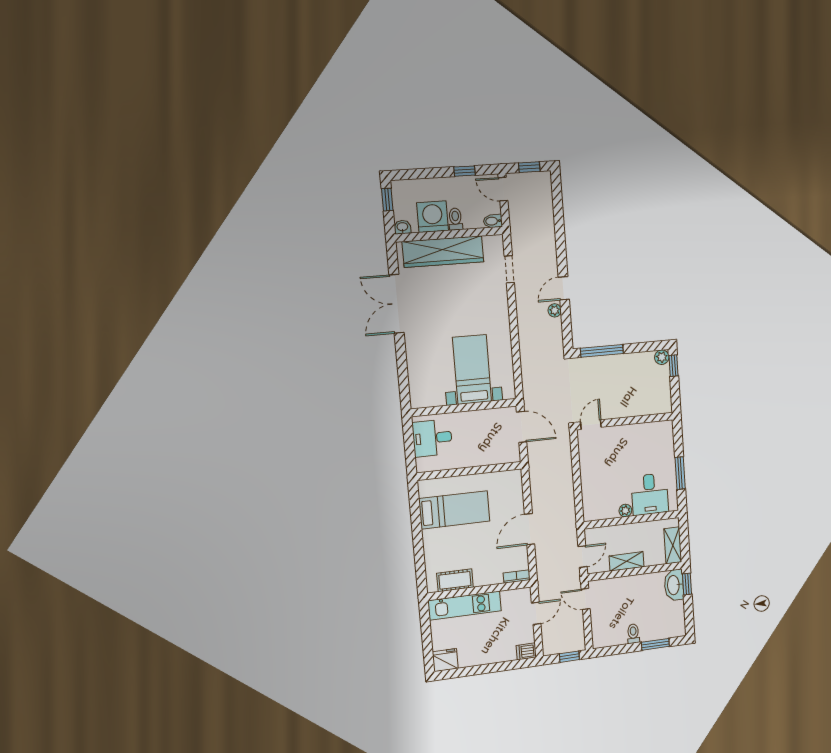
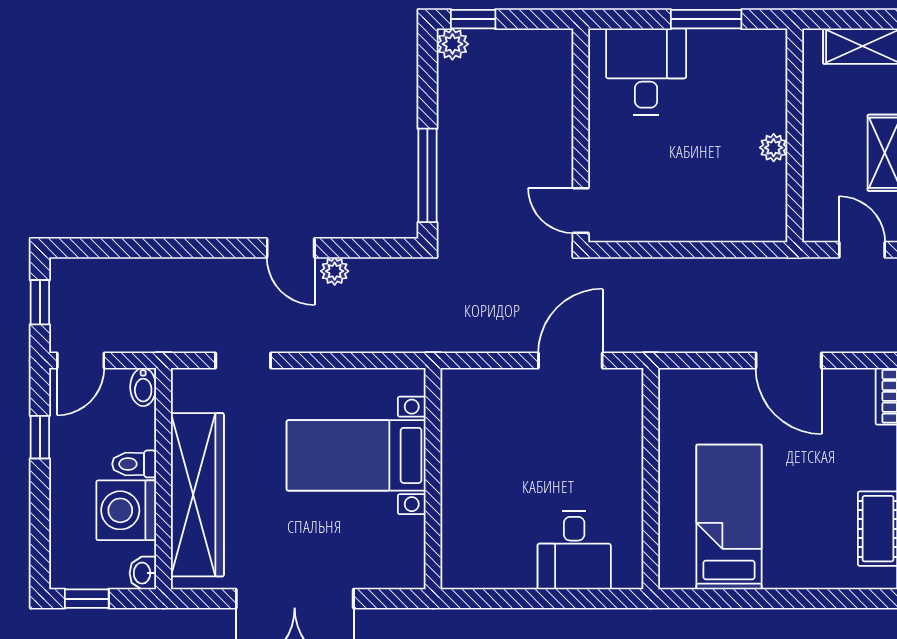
bed with nightstands: (472, 369) -> (356, 455), moved
wall: (464, 408) -> (433, 479), moved
desk: (650, 494) -> (646, 71), moved, turned -90

